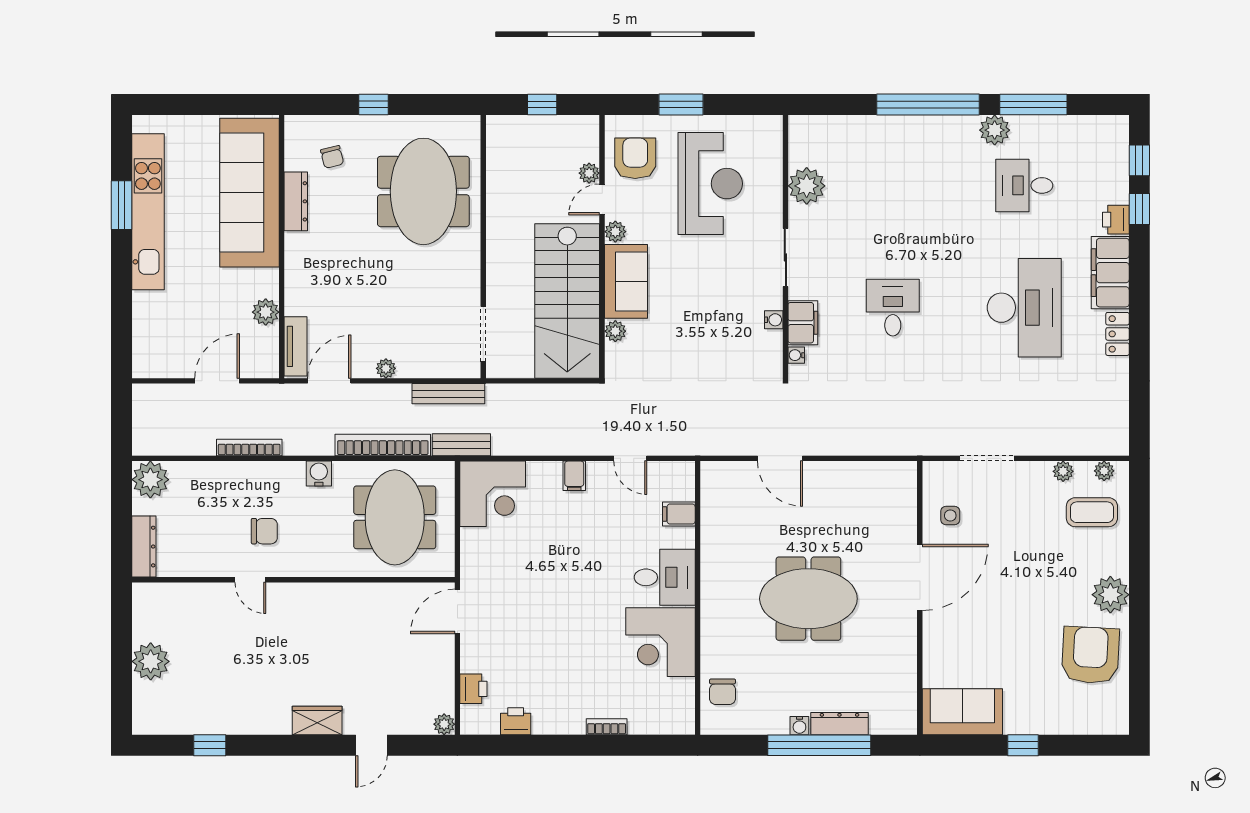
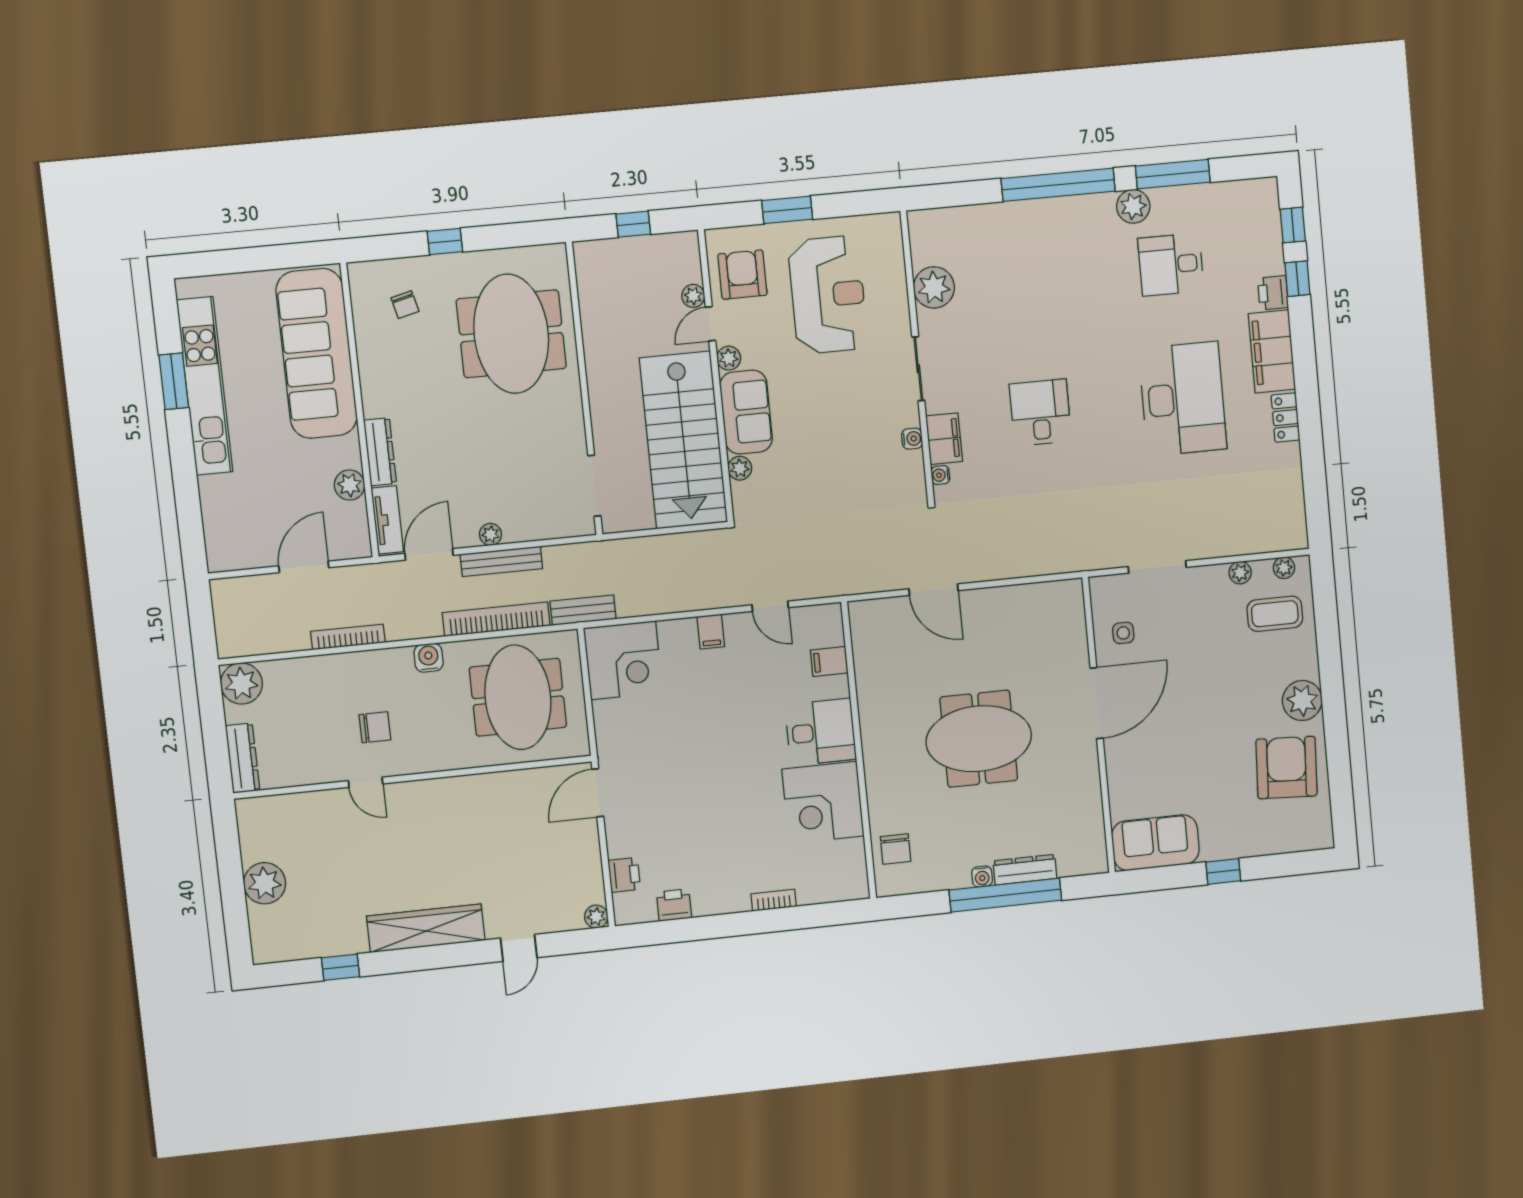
dresser: (296, 201) -> (380, 452), moved
bench: (448, 394) -> (501, 561), moved
wardrobe: (317, 720) -> (426, 928), width x2.10, depth x1.17

